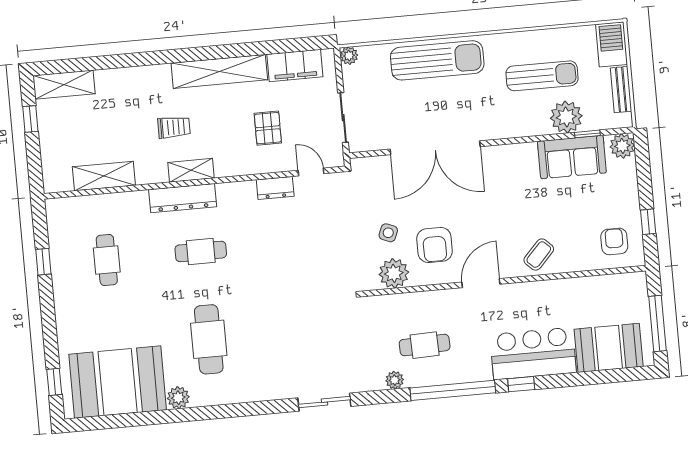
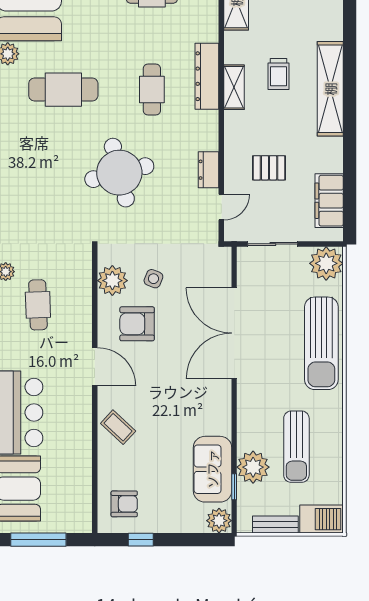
plant: (349, 56) -> (326, 263), width x1.87, depth x1.87
shelving: (219, 71) -> (330, 89), moved
round table: (286, 276) -> (119, 173), added

